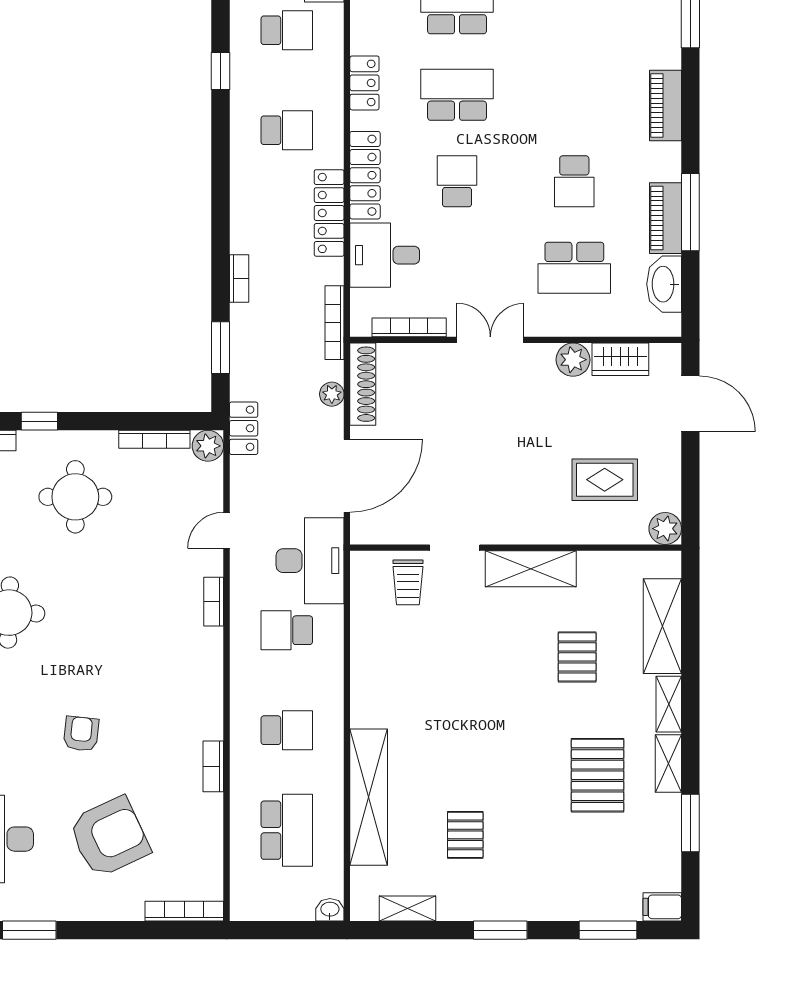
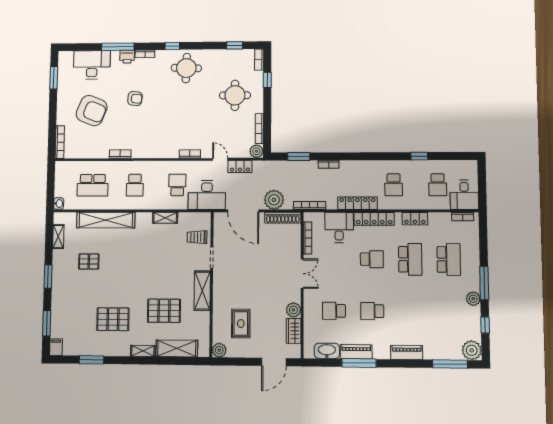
school desk: (574, 268) -> (334, 311), width x0.54
plant: (332, 394) -> (274, 200), width x1.88, depth x1.88
locker: (244, 428) -> (240, 167), moved
pallet: (577, 657) -> (164, 311), width x1.50, depth x1.42
shelving: (668, 763) -> (165, 218), moved
armchair: (109, 837) -> (92, 111), turned -43

